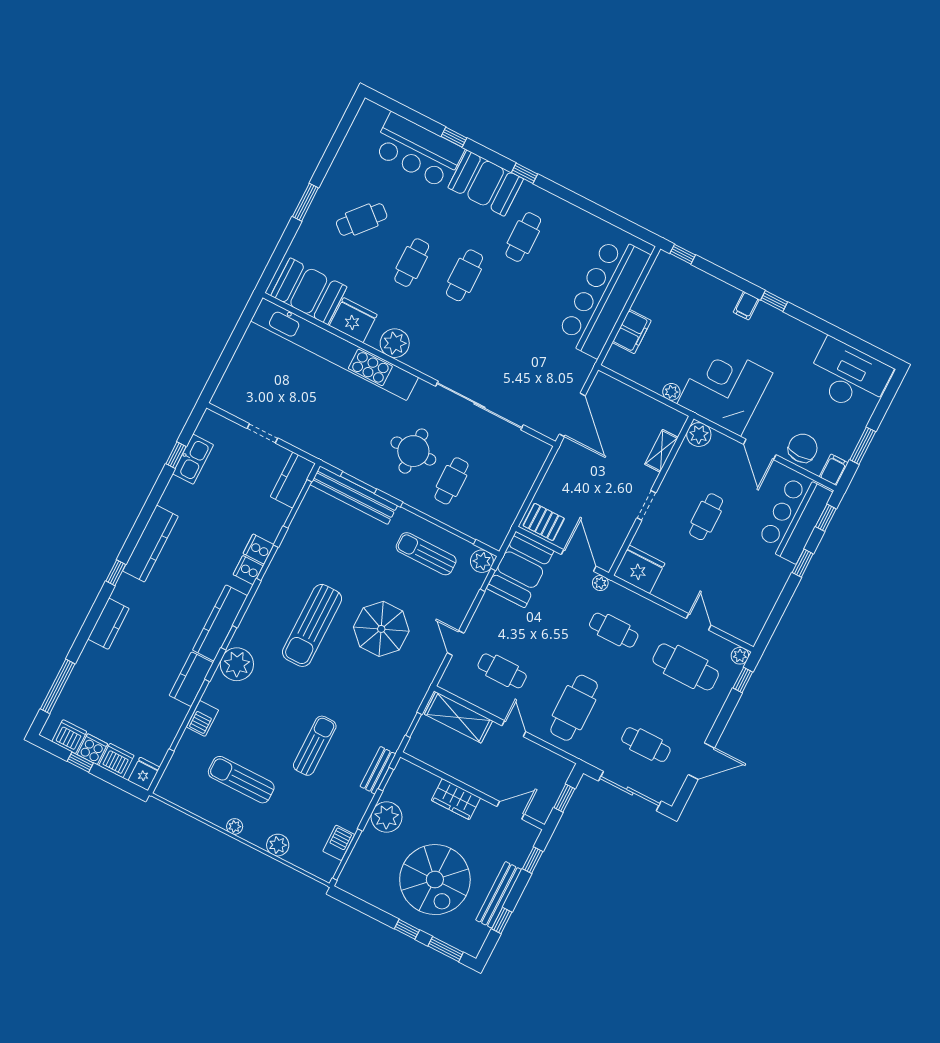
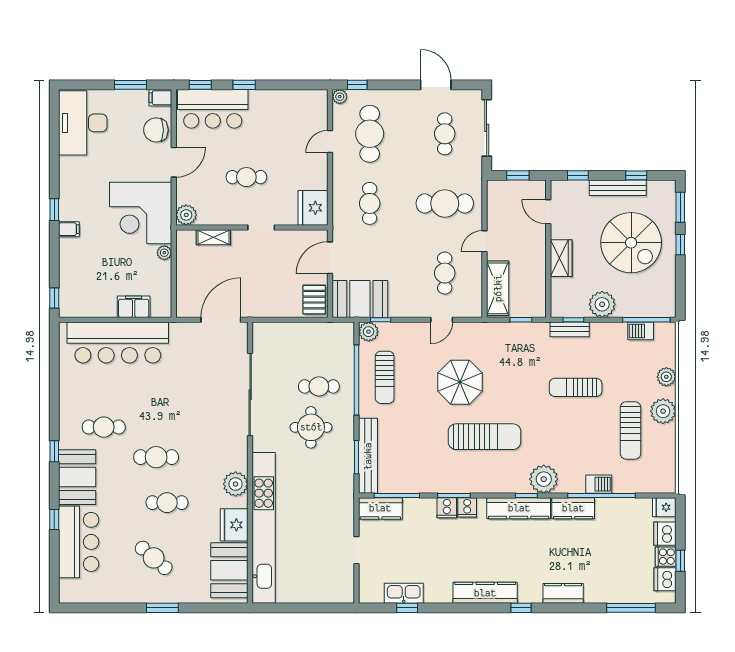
plant: (600, 583) -> (339, 232), removed
plant: (235, 826) -> (663, 411), width x1.88, depth x1.88
spiral stairs: (435, 880) -> (631, 243), turned 90

